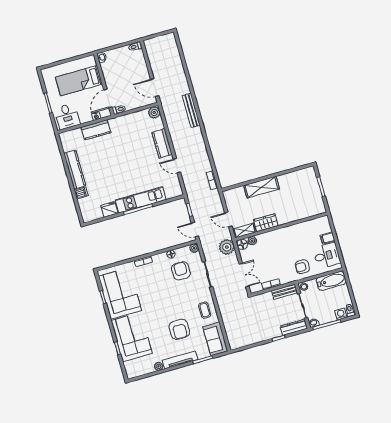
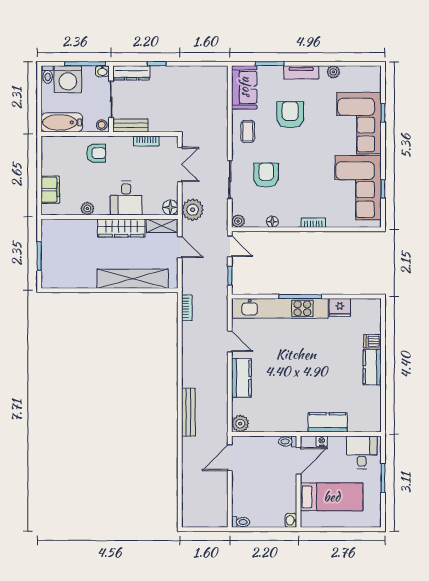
door: (155, 88) -> (230, 458), swing flipped
kitchen counter: (75, 169) -> (372, 367), width x0.67
shelving: (262, 187) -> (133, 279), width x1.47
kitchen unit: (141, 200) -> (280, 308), width x1.36
wardrobe: (266, 223) -> (121, 228), width x1.50
filing cabinet: (327, 238) -> (50, 190), width x2.00
plant: (252, 241) -> (87, 209), moved
desk: (327, 256) -> (126, 198), moved, turned -90
armchair: (181, 271) -> (266, 175), moved, turned 180
double door: (244, 275) -> (180, 164), swing flipped
washing machine: (341, 314) -> (68, 79), width x1.89, depth x1.89
tv unit: (180, 360) -> (301, 72), width x0.71

